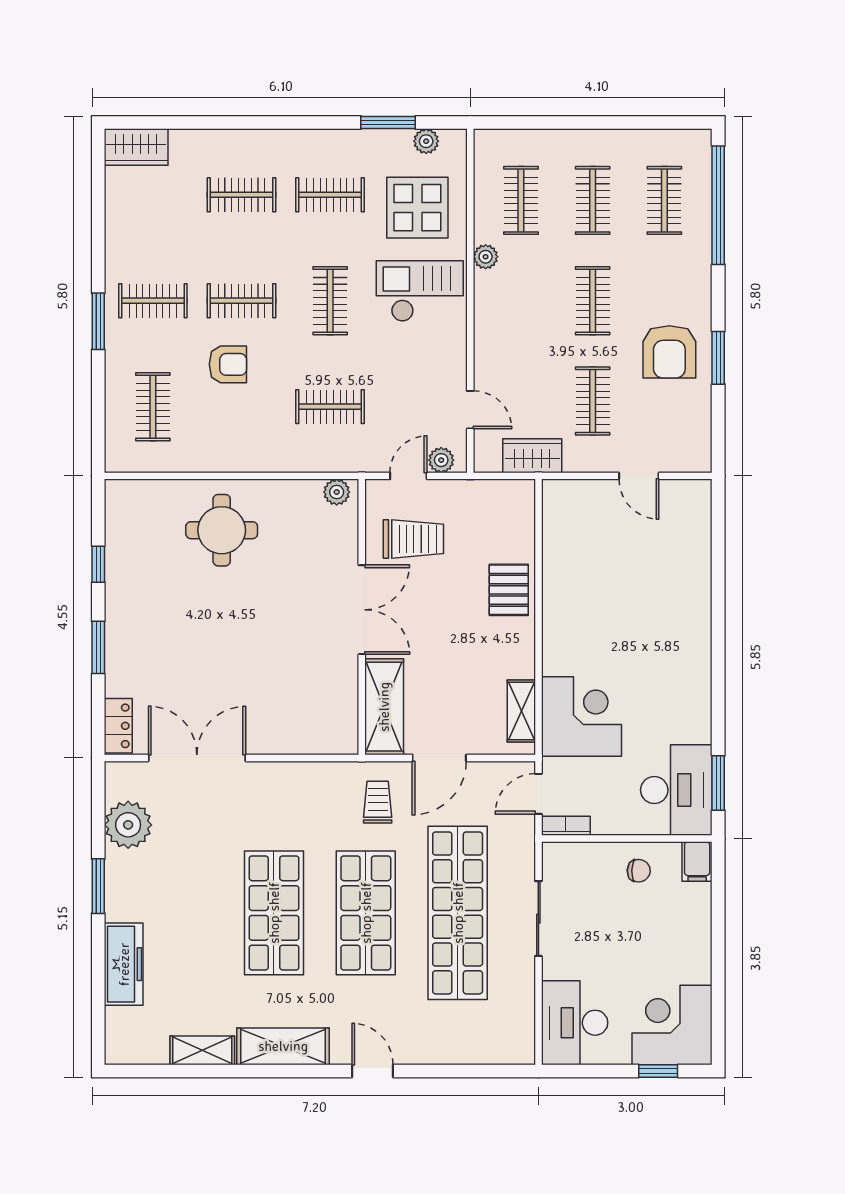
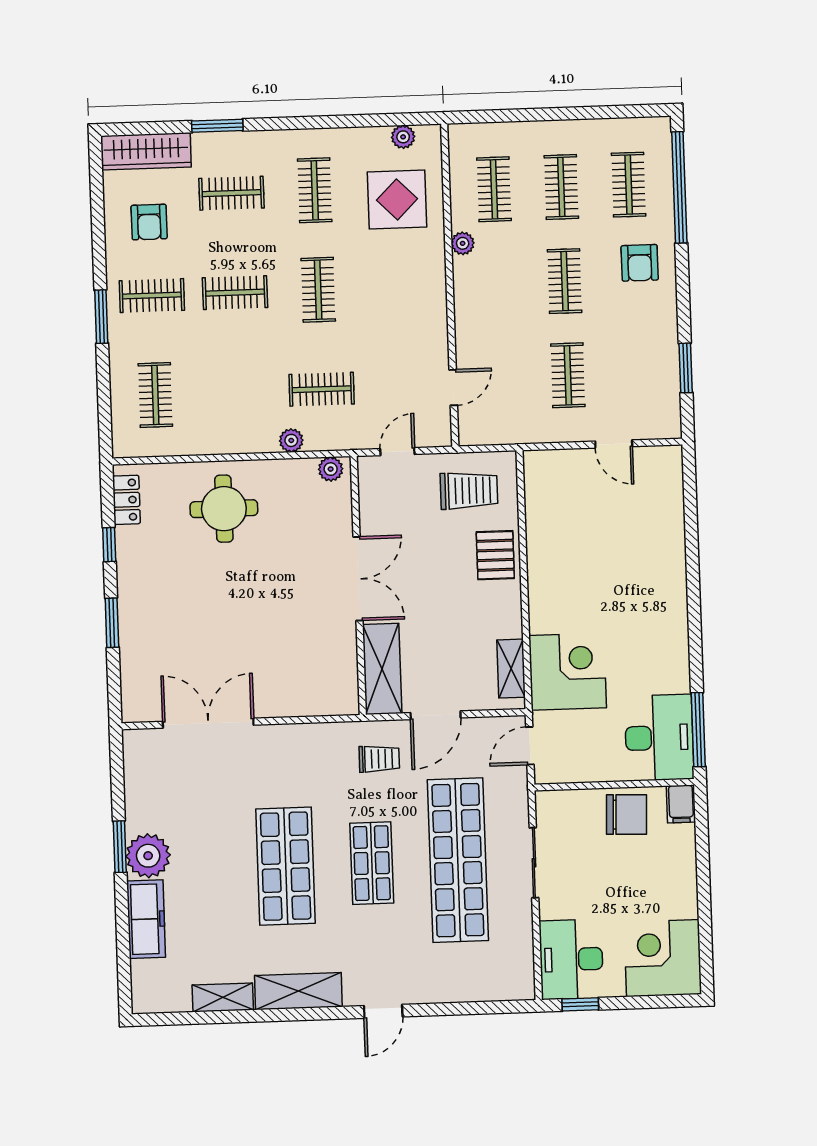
window: (388, 122) -> (217, 126), moved
wardrobe: (136, 147) -> (146, 151), width x1.50
clothes rail: (330, 195) -> (315, 190), turned 90
checkout: (420, 291) -> (402, 278), removed
armchair: (669, 352) -> (640, 263), moved, width x0.72, depth x0.72
window: (718, 358) -> (686, 368), moved
armchair: (228, 364) -> (149, 222), moved, turned 90
door: (470, 410) -> (453, 387), hinge flipped
wardrobe: (532, 456) -> (513, 429), removed
plant: (441, 460) -> (291, 440), moved
trolley: (413, 539) -> (469, 491), moved
locker: (118, 726) -> (126, 500), moved
window: (718, 783) -> (698, 730), width x1.44
trolley: (378, 802) -> (379, 759), turned 90
plant: (128, 825) -> (148, 856), moved
bookcase: (566, 826) -> (557, 775), removed
chair: (639, 871) -> (627, 815), width x1.87, depth x1.87
shop shelf: (366, 913) -> (372, 863), width x0.70, depth x0.74
door: (373, 1071) -> (383, 1011), swing flipped
window: (658, 1071) -> (580, 1004), moved

